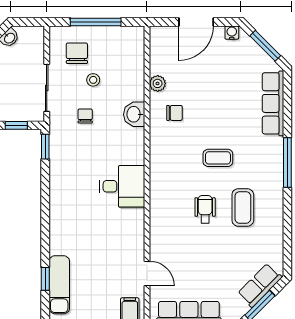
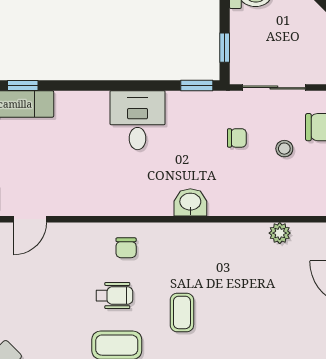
chair: (174, 113) -> (126, 248), moved
washbasin: (134, 114) -> (190, 202), moved
desk: (122, 186) -> (138, 120), moved, turned 180

